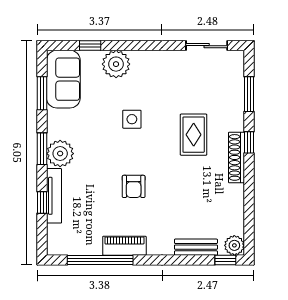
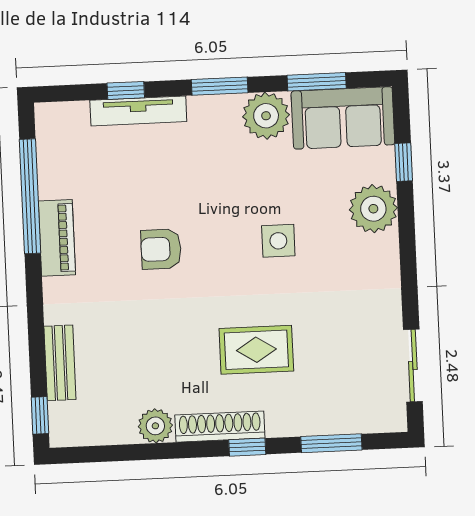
plant: (60, 154) -> (266, 116), moved
plant: (234, 245) -> (155, 426), moved

